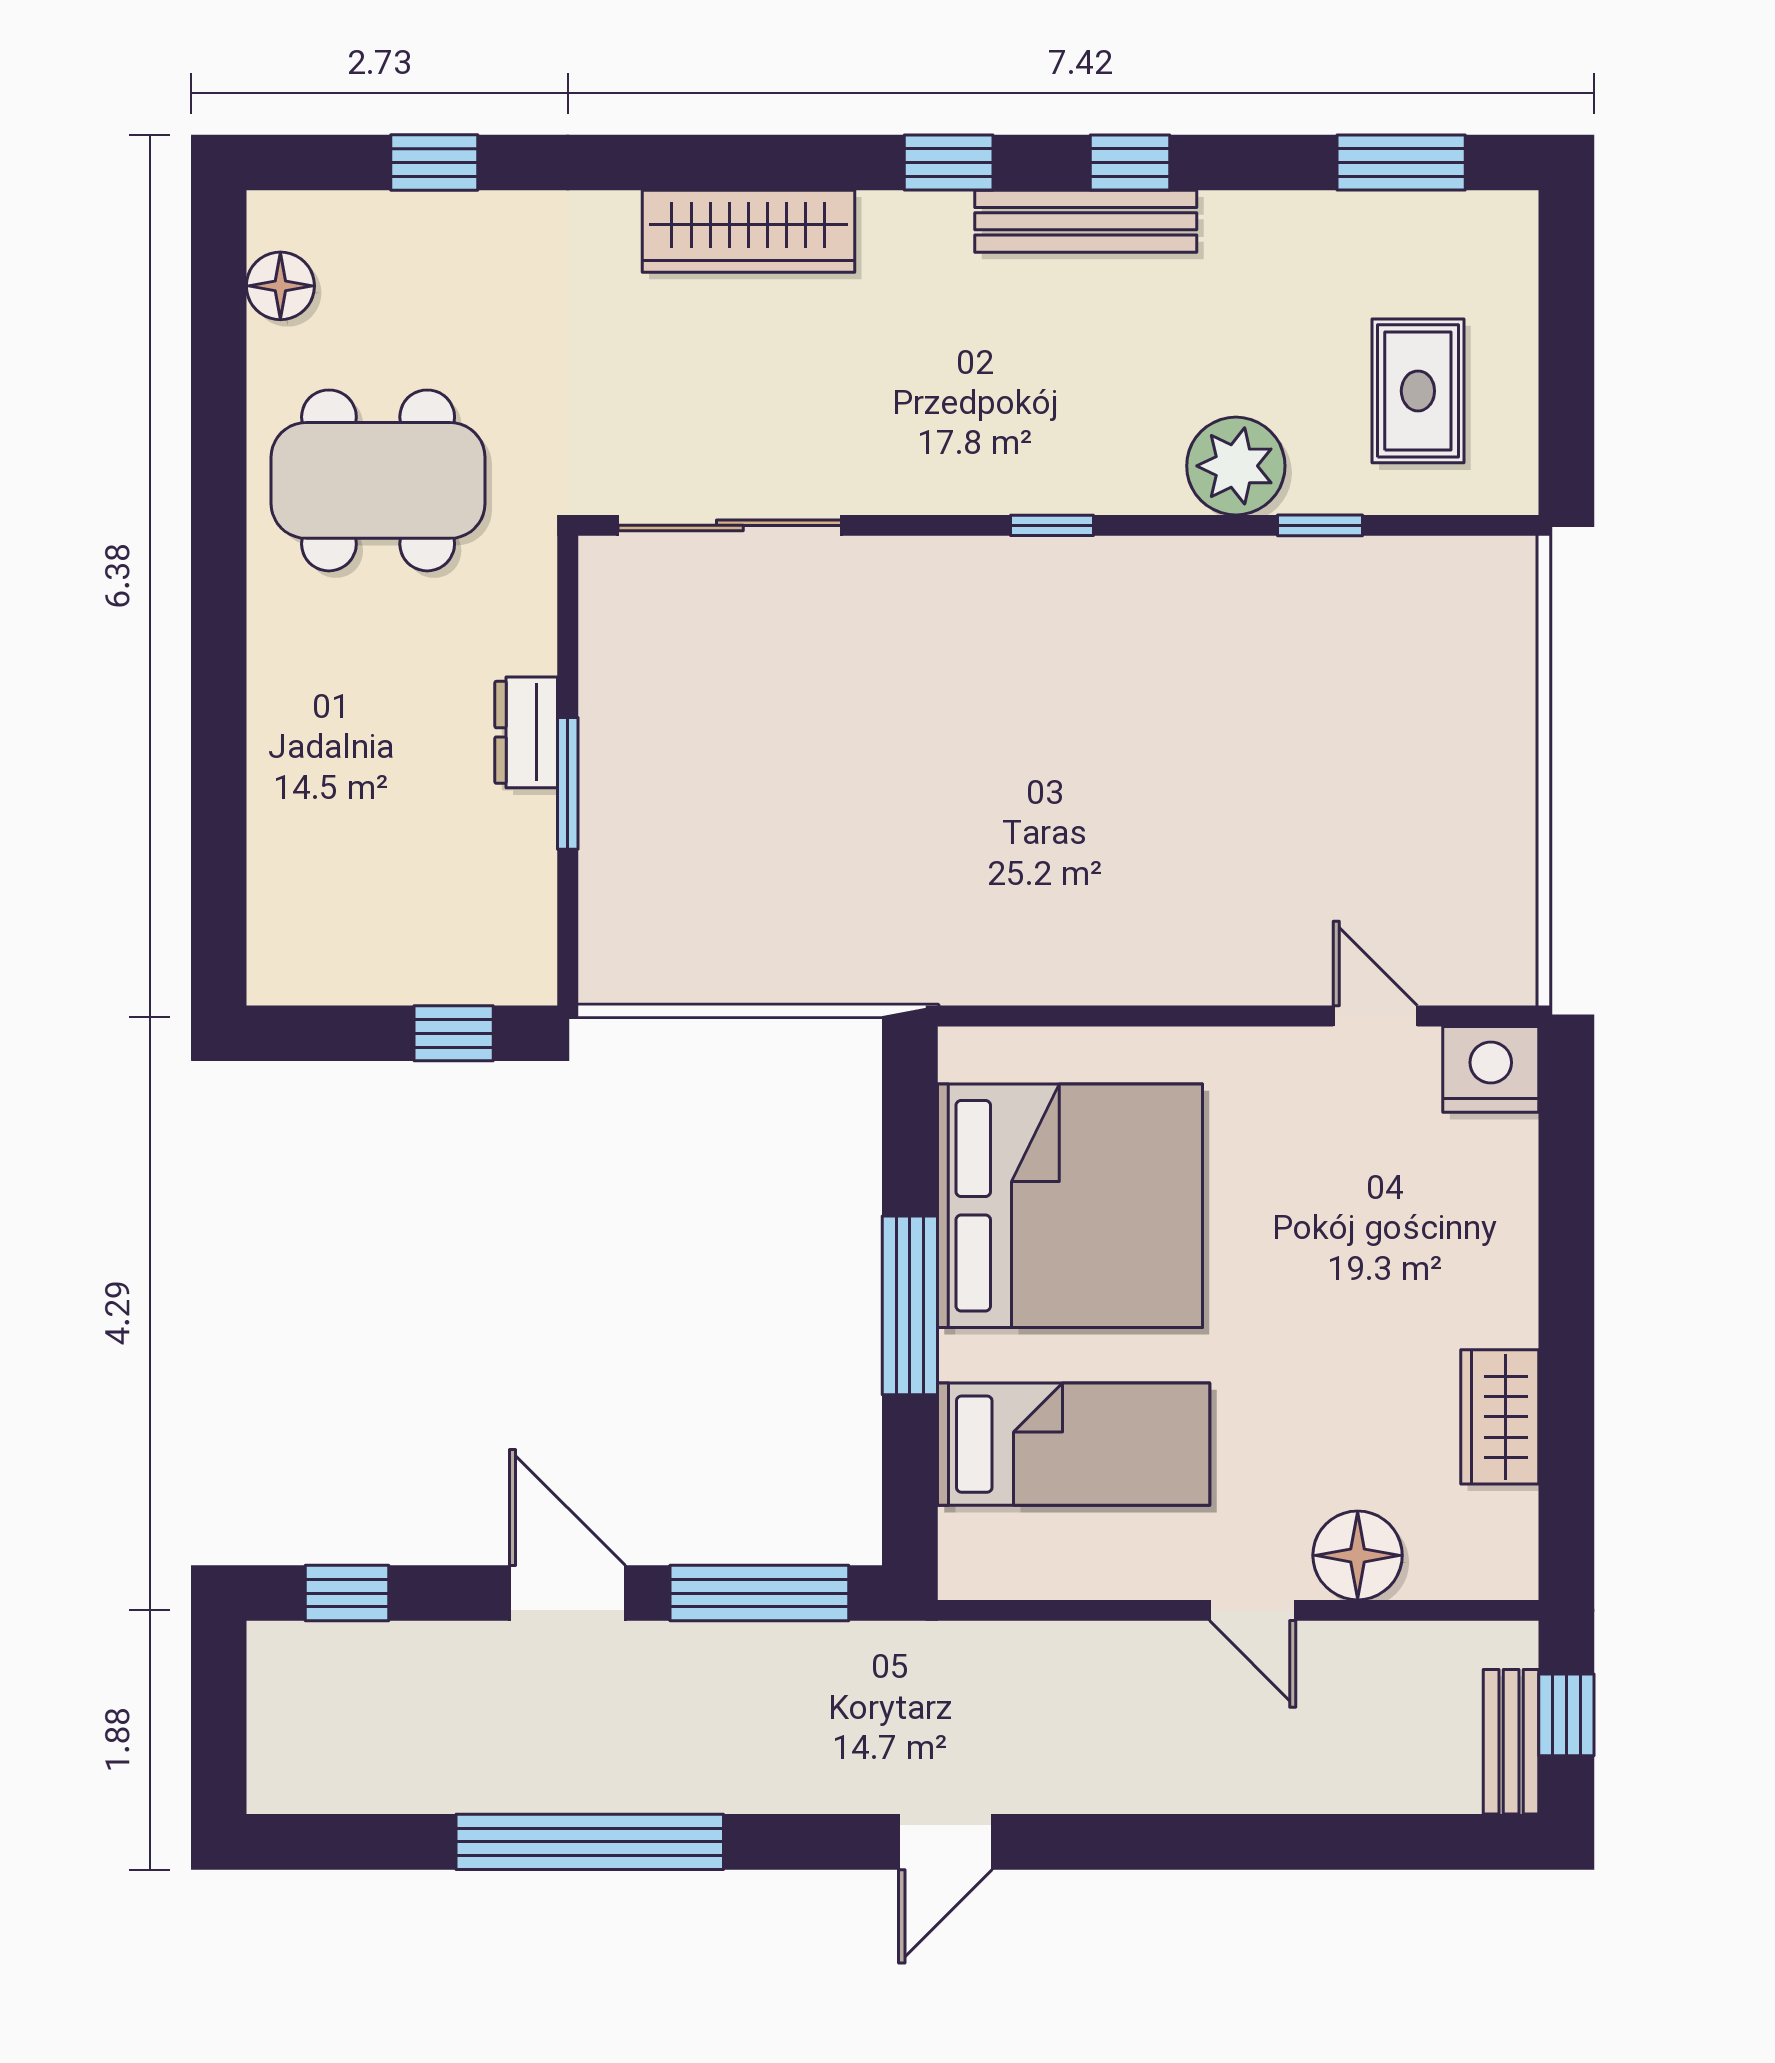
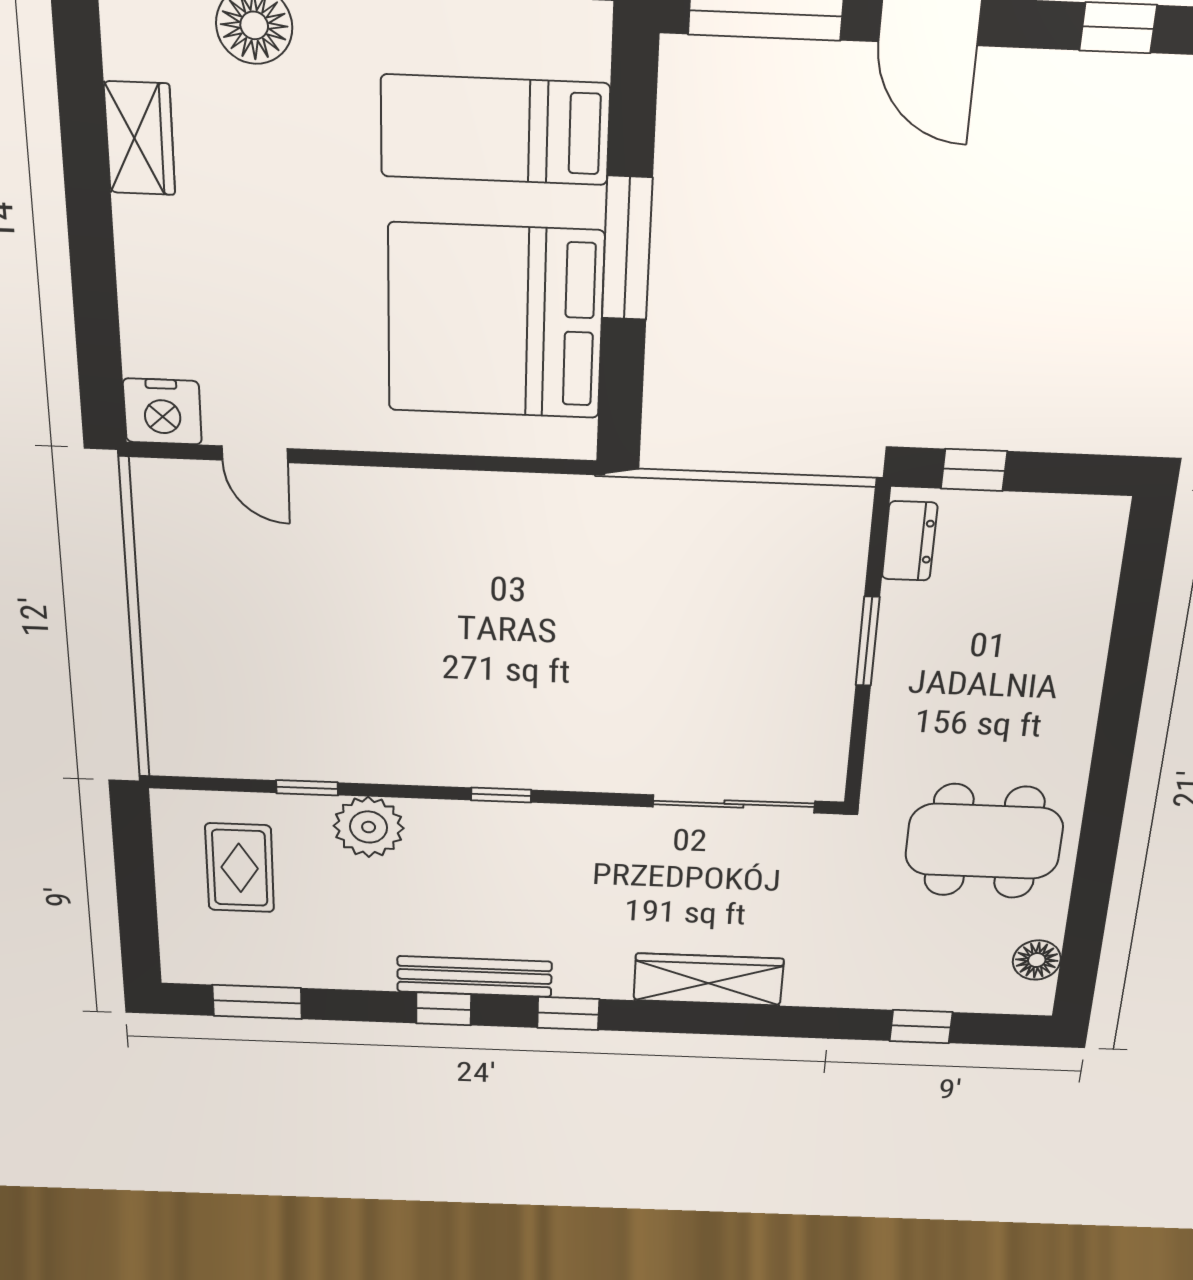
dresser: (526, 732) -> (910, 541), moved

